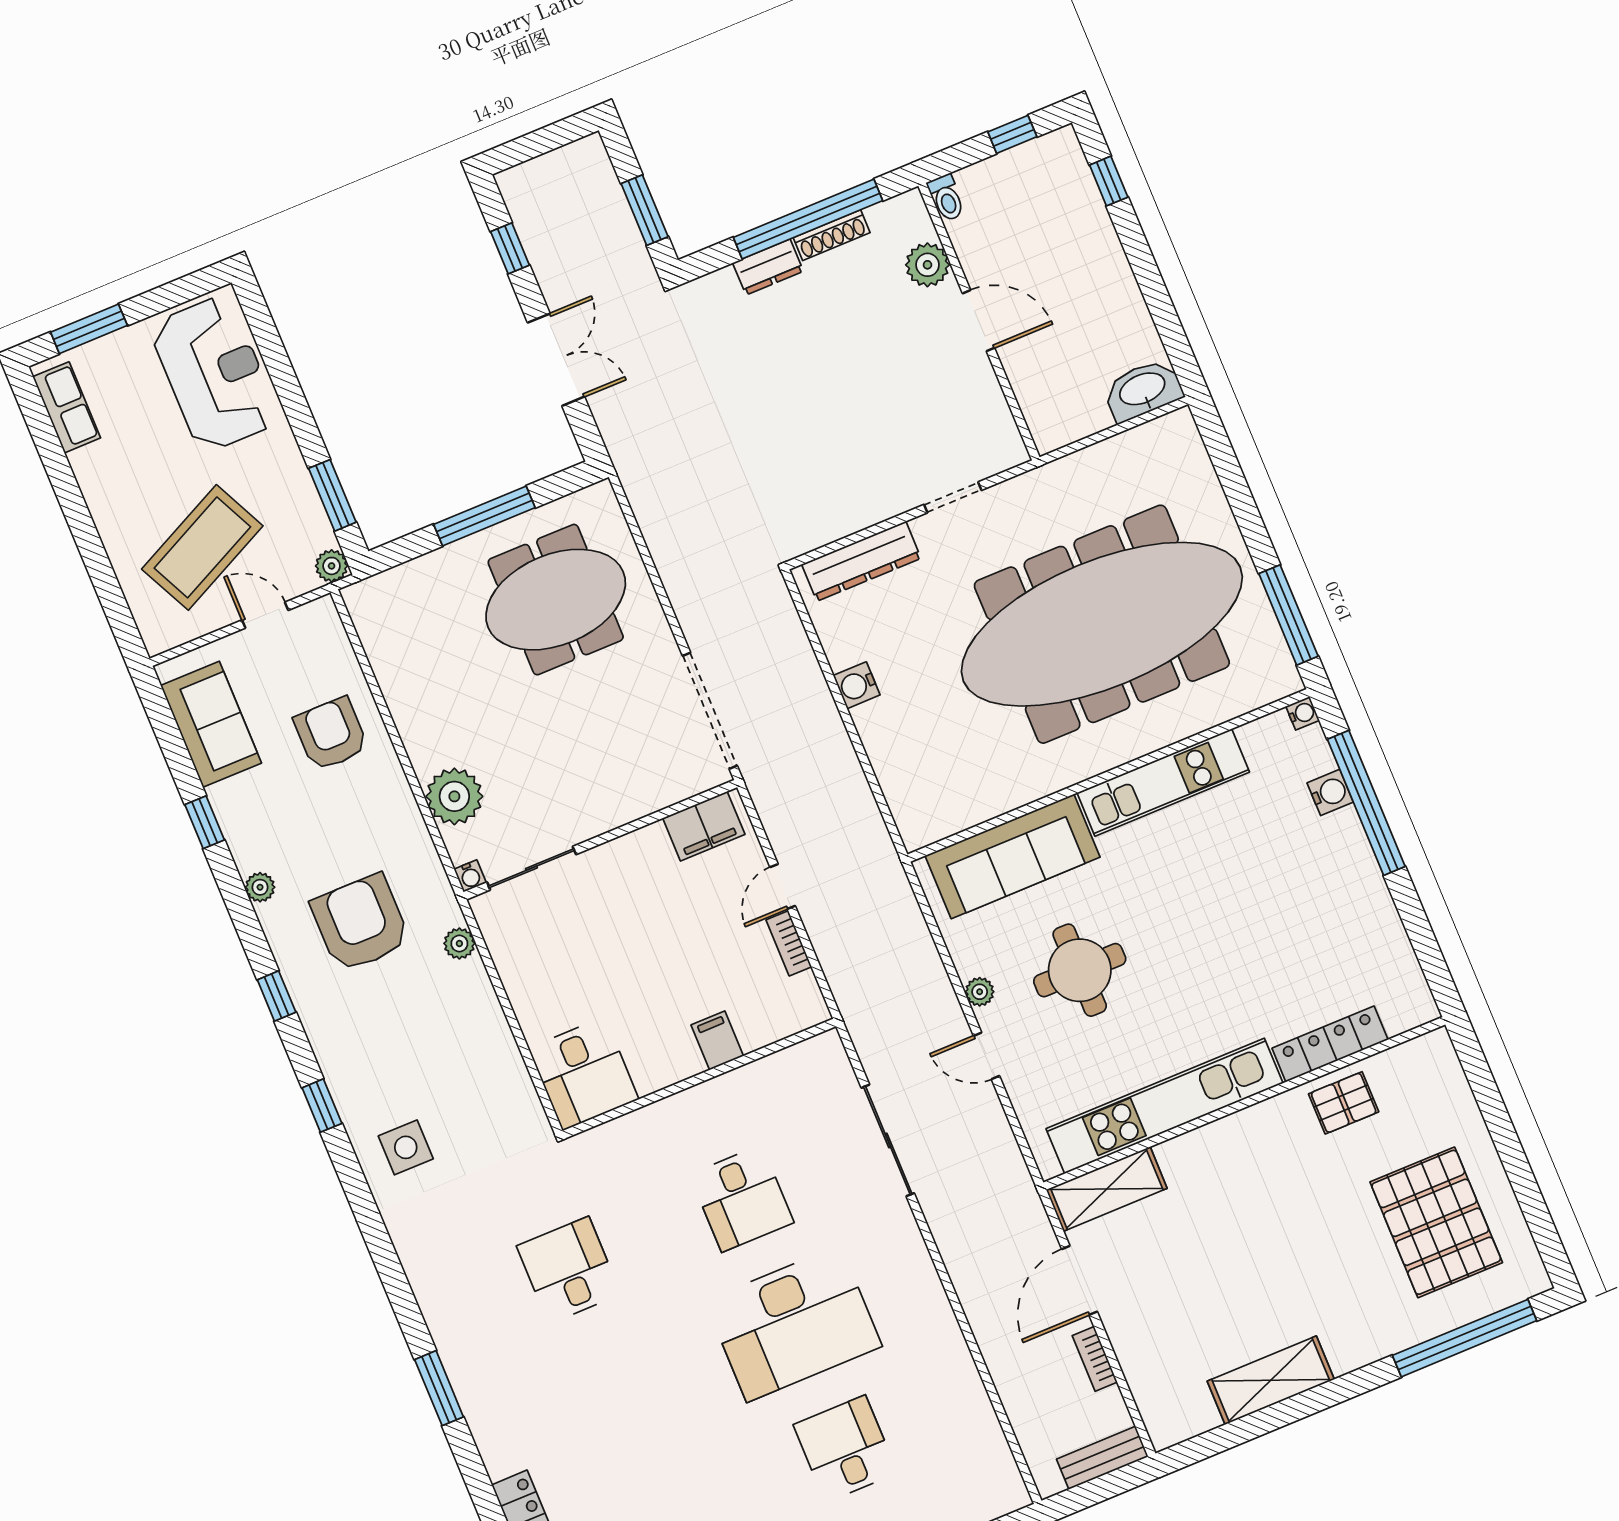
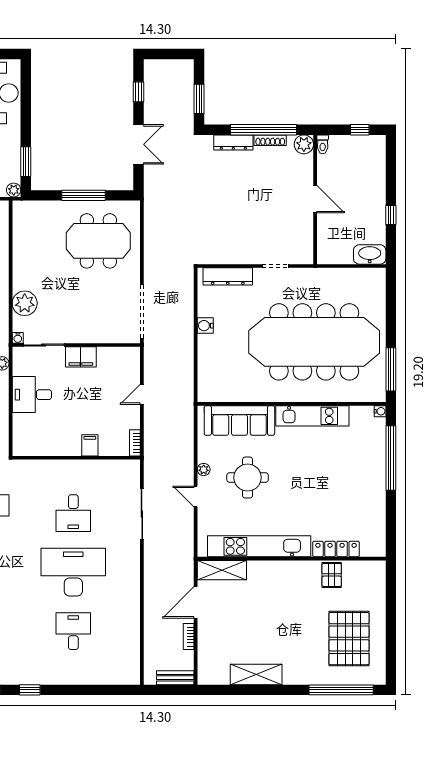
window: (1109, 181) -> (391, 215), moved
plant: (927, 265) -> (304, 144), moved
dresser: (768, 267) -> (233, 142), width x1.44
water cooler: (1330, 792) -> (378, 448), removed
filing cabinet: (704, 826) -> (81, 357), moved
bookcase: (789, 943) -> (135, 443), moved
desk: (584, 1074) -> (32, 395), moved, turned 90
pallet: (1344, 1103) -> (332, 575), turned 90
desk: (794, 1324) -> (73, 572), turned 180

